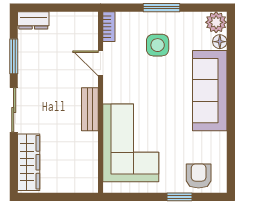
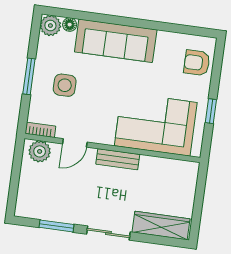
dresser: (33, 20) -> (24, 202), removed
plant: (87, 29) -> (40, 151), added
window: (180, 197) -> (211, 111), moved

